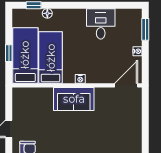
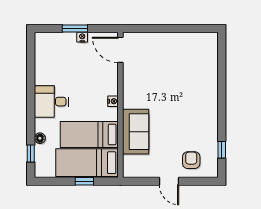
desk: (101, 24) -> (52, 102), moved
window: (145, 29) -> (75, 28), moved
sofa: (74, 99) -> (136, 132), moved

